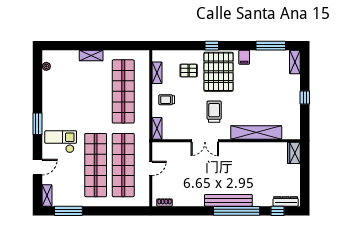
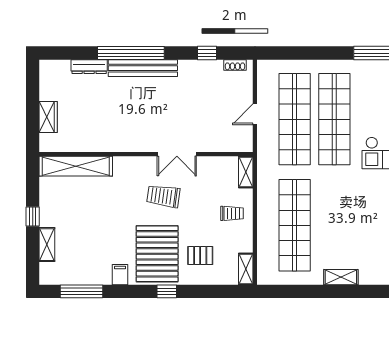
shelving: (295, 62) -> (47, 245), moved
shelving: (157, 73) -> (246, 269), moved
trolley: (214, 112) -> (163, 196), turned 98
shelving: (256, 132) -> (76, 166), moved
double door: (205, 141) -> (177, 154), swing flipped
wardrobe: (294, 153) -> (48, 117), moved
dresser: (286, 201) -> (89, 67), moved
window: (278, 211) -> (207, 53), moved

